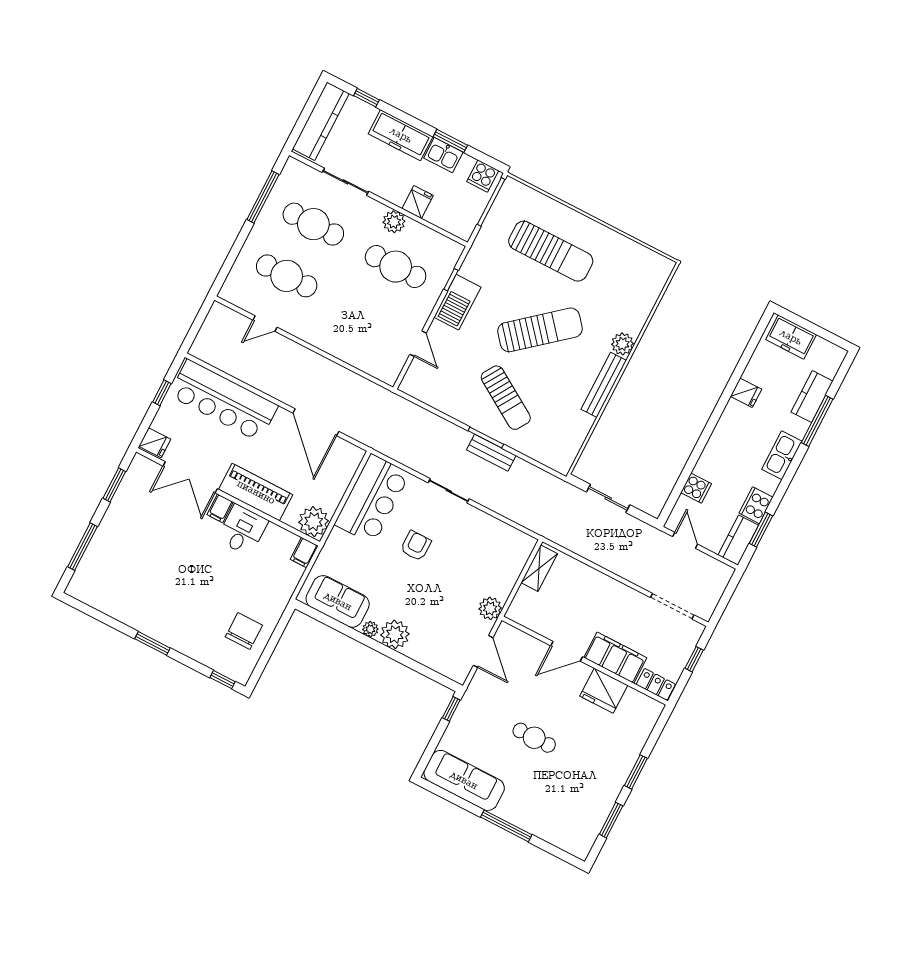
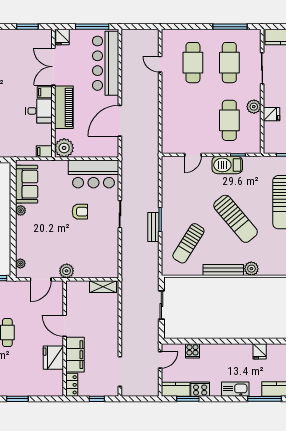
window: (162, 393) -> (92, 27), width x2.17
sun lounger: (506, 398) -> (188, 243), moved
plant: (395, 634) -> (20, 263), moved, width x0.53, depth x0.53

